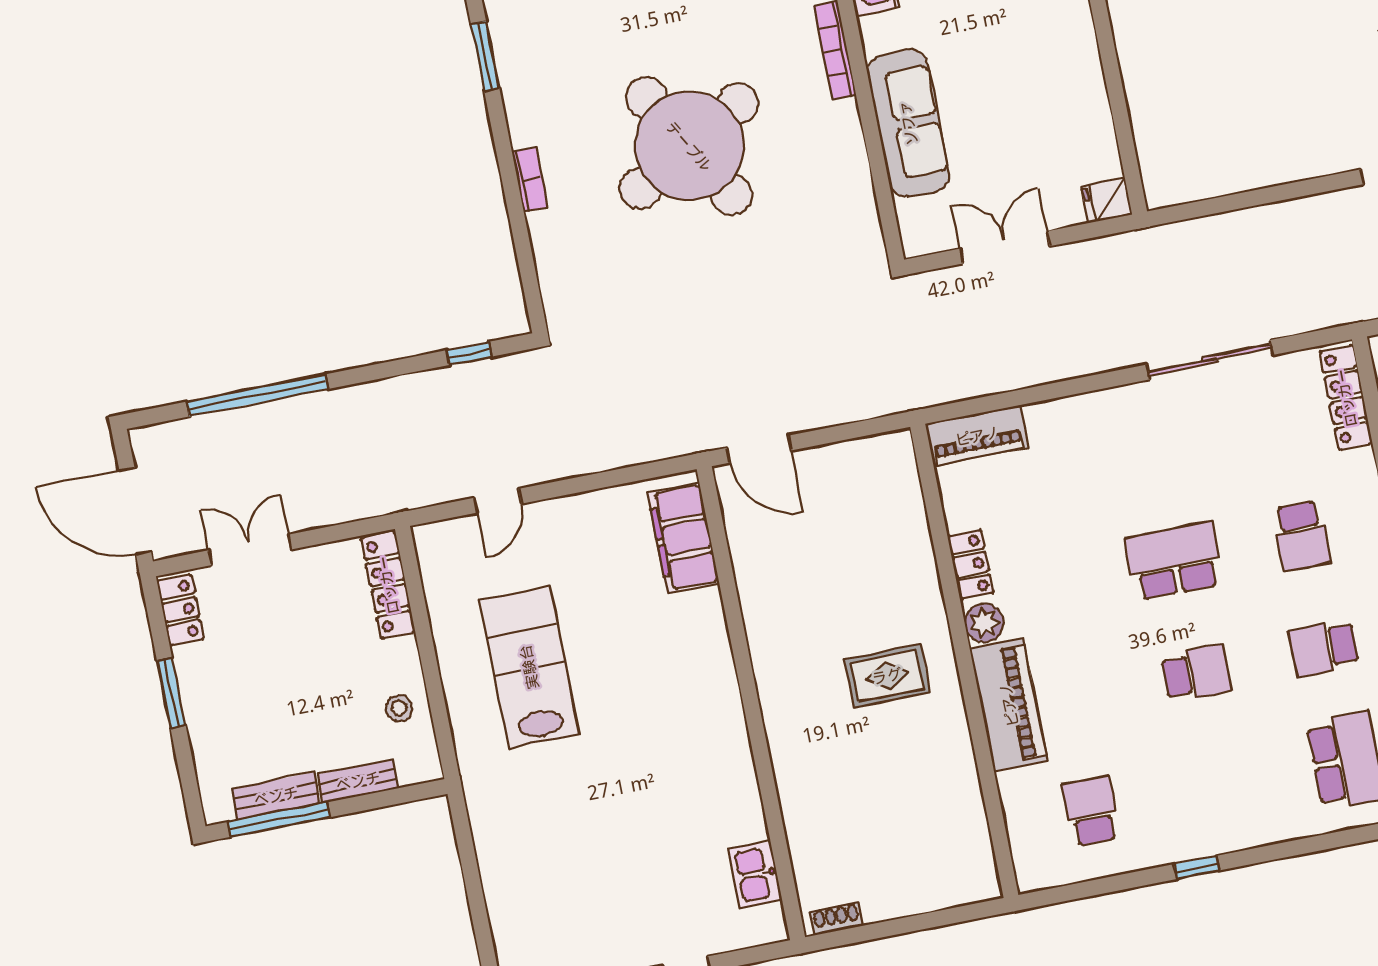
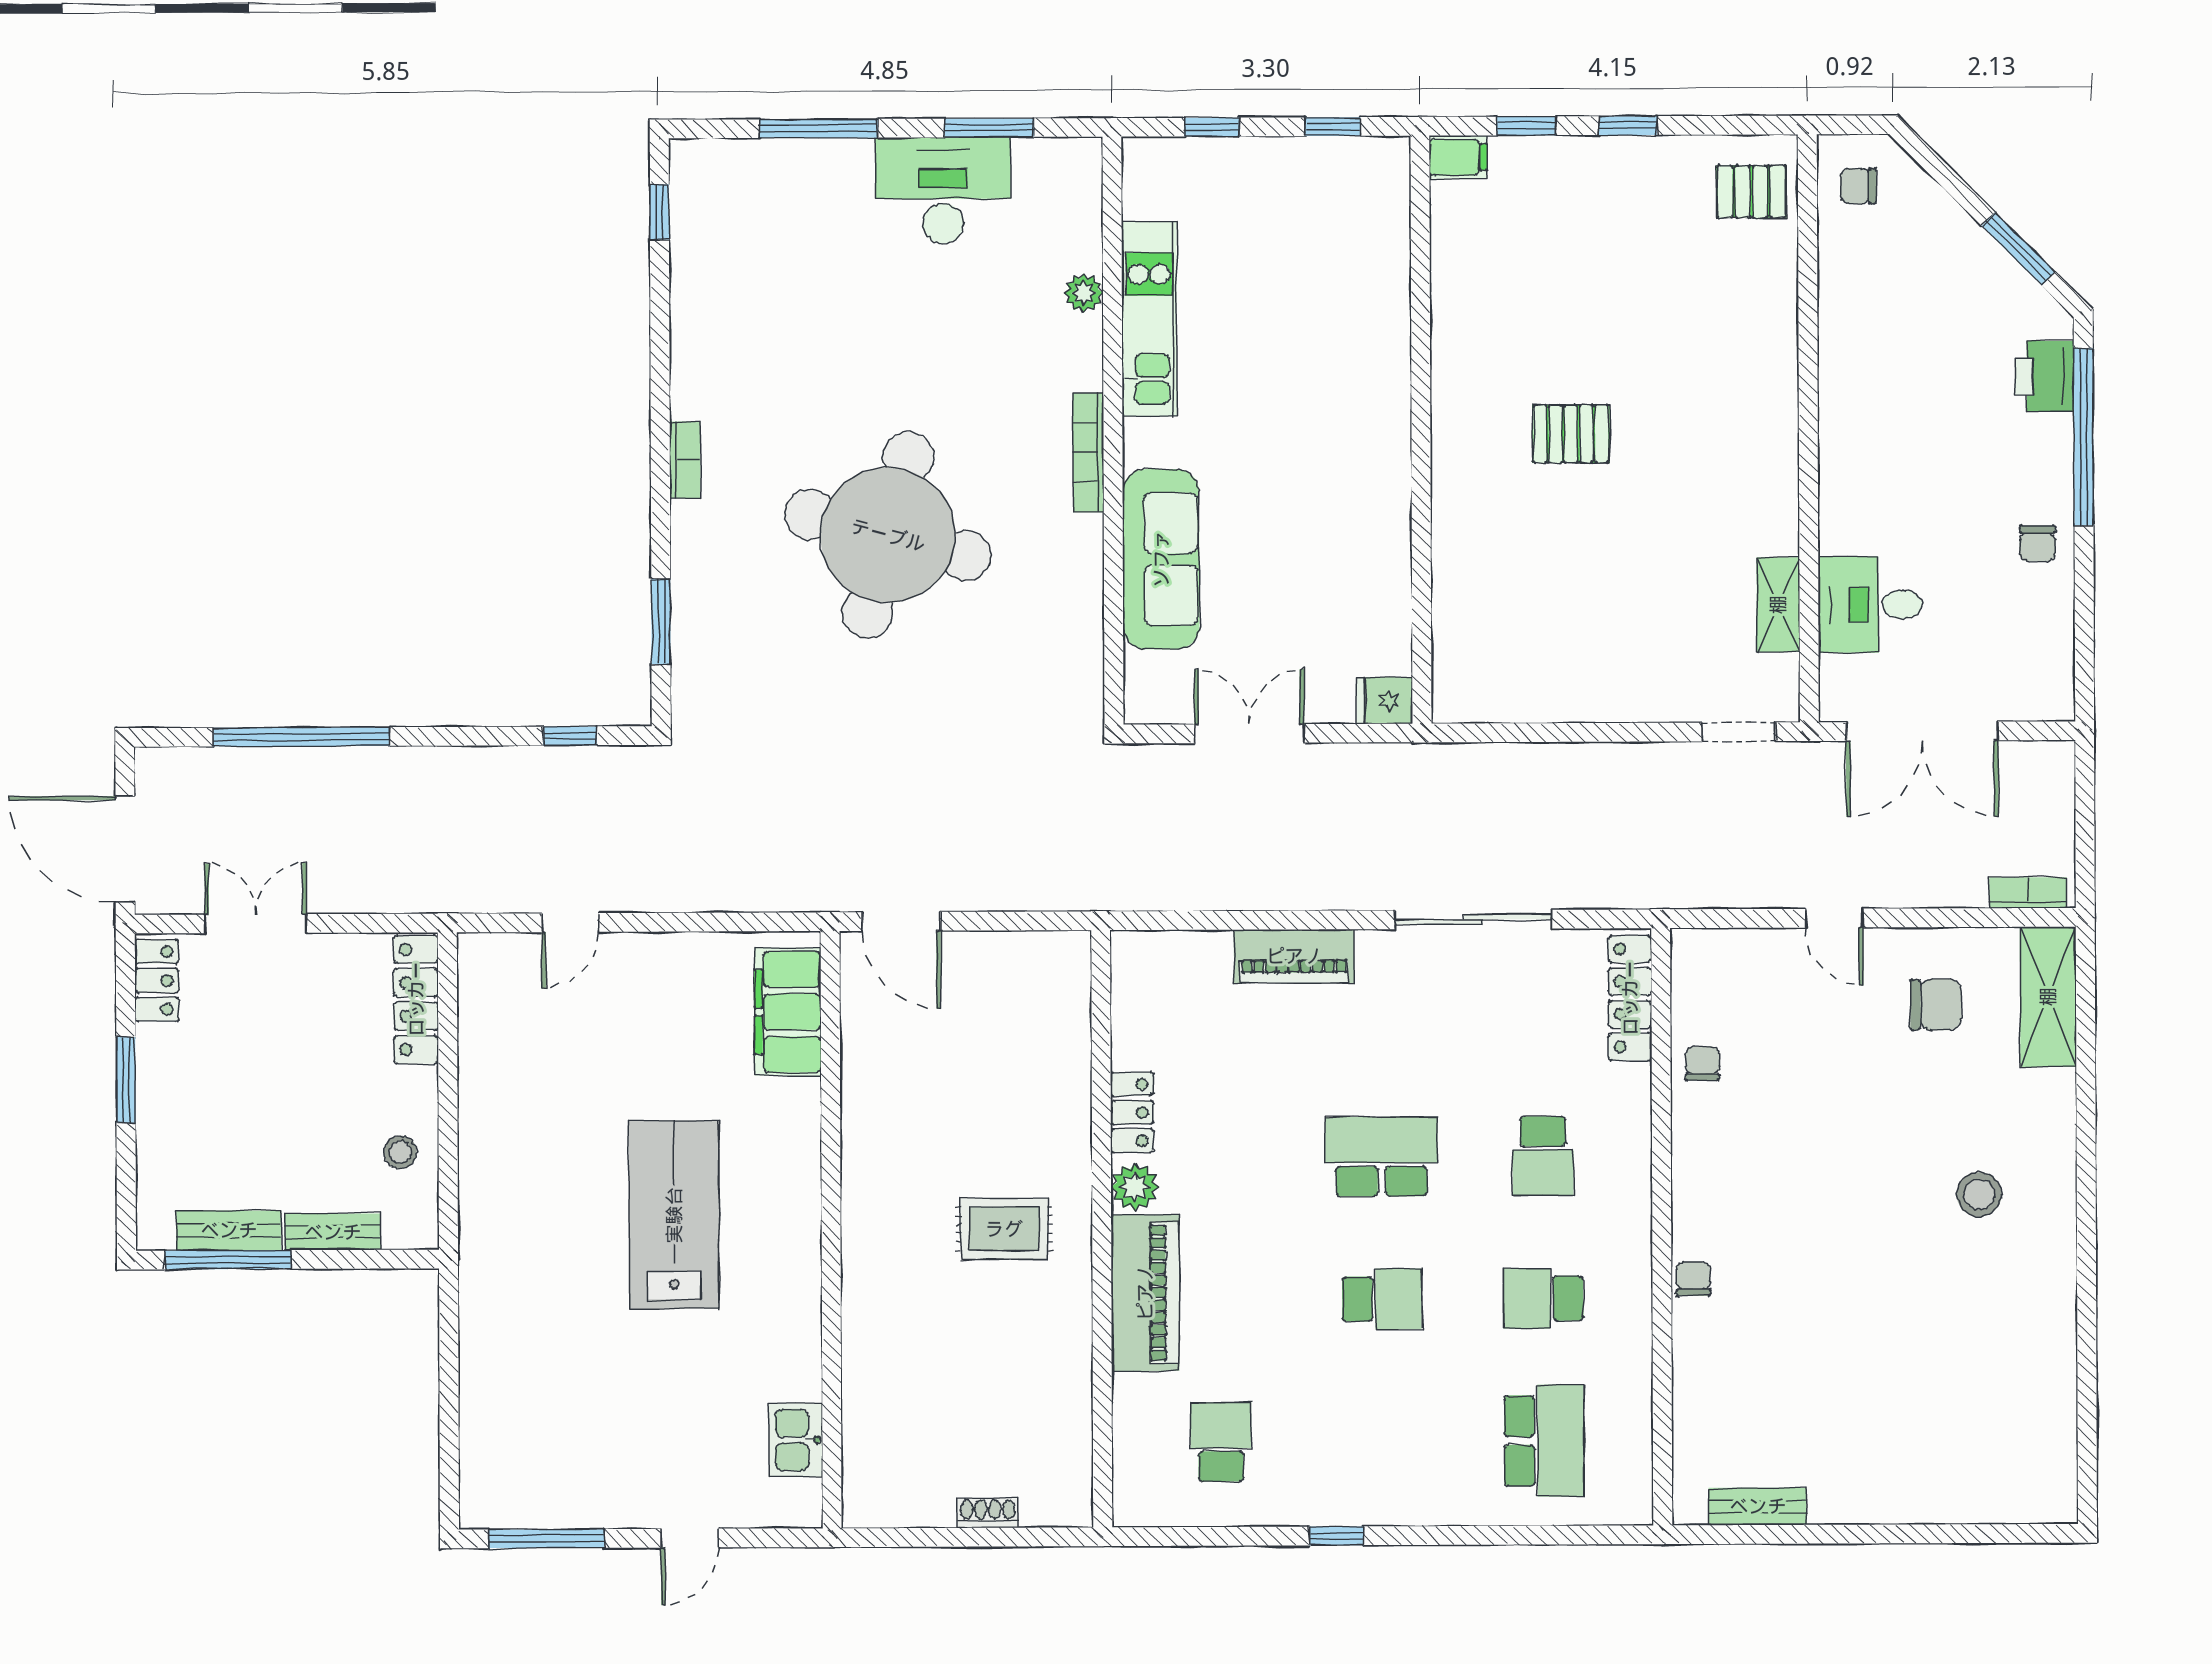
window: (485, 56) -> (661, 621), moved
round table: (689, 146) -> (888, 535), turned 45
bookcase: (530, 180) -> (685, 460), moved
piano: (977, 436) -> (1294, 956), moved
lab bench: (529, 667) -> (674, 1215), moved
shoe rack: (837, 919) -> (988, 1513), moved

